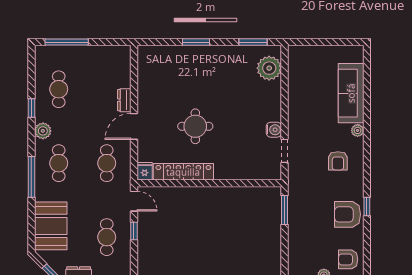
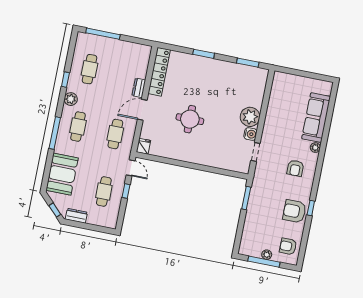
plant: (269, 68) -> (250, 117), moved
locker: (183, 172) -> (159, 72), moved, turned 90

